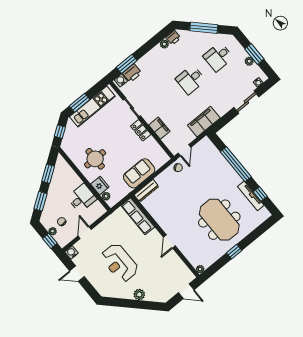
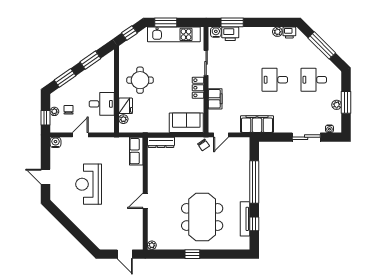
sofa: (139, 173) -> (186, 123), moved
row of seats: (138, 216) -> (136, 151), width x0.68
door: (77, 274) -> (45, 177), moved
plant: (139, 295) -> (83, 224), removed

